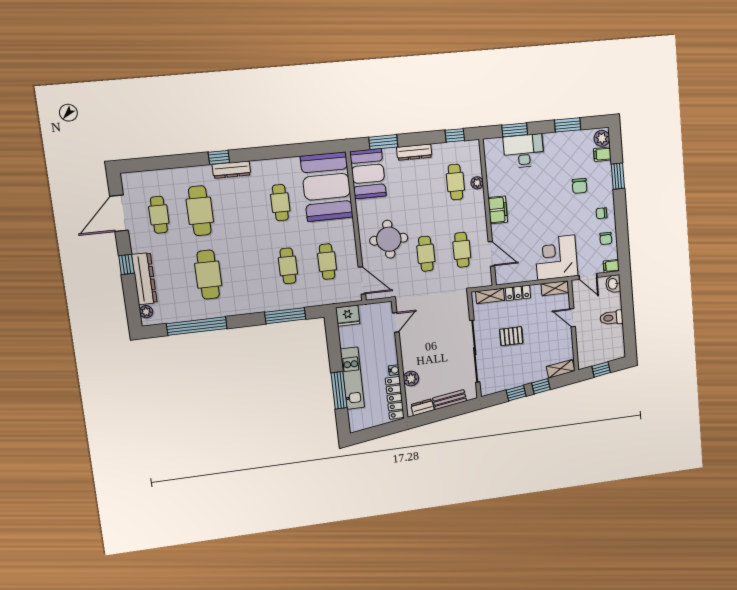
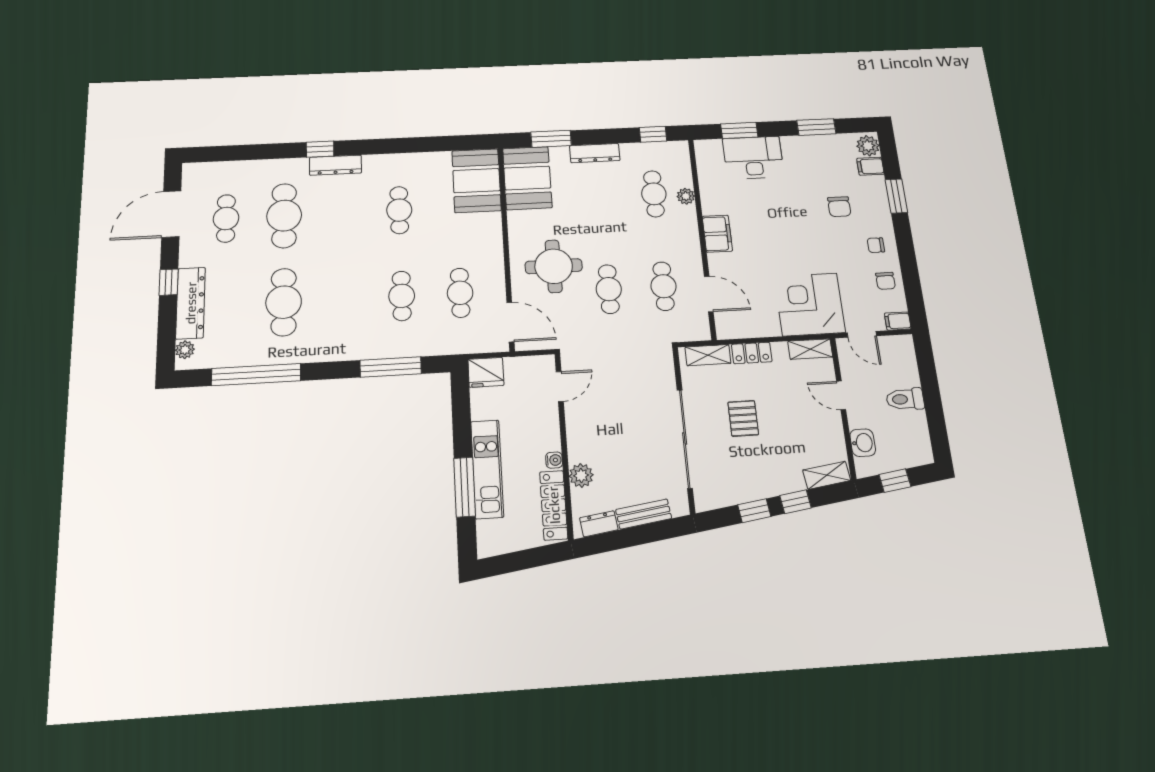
booth: (327, 187) -> (476, 181), width x0.73, depth x0.70
washbasin: (613, 284) -> (863, 443), moved, turned 180
pallet: (511, 336) -> (743, 418), turned 90

